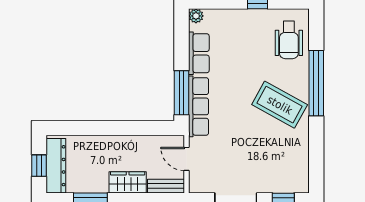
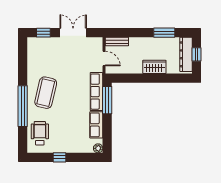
coffee table: (280, 105) -> (46, 93), turned 74
wardrobe: (128, 182) -> (154, 67), moved, turned 180

